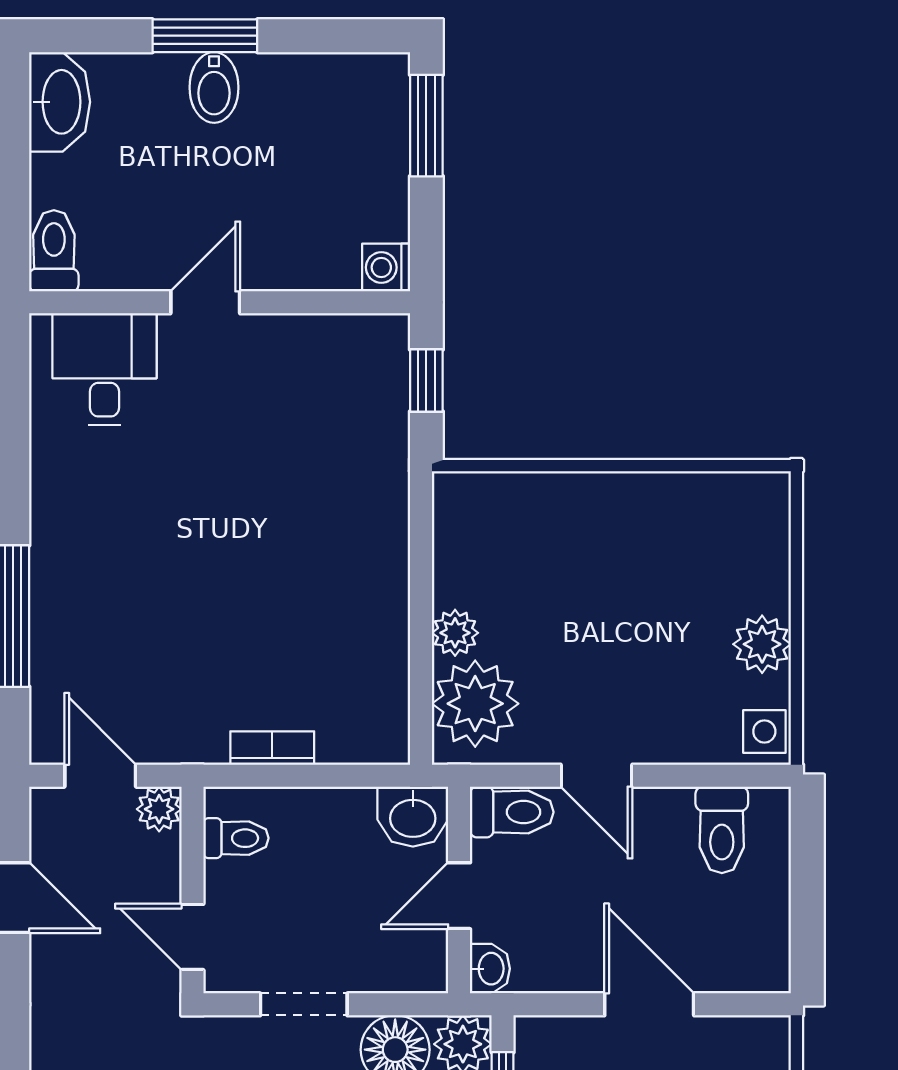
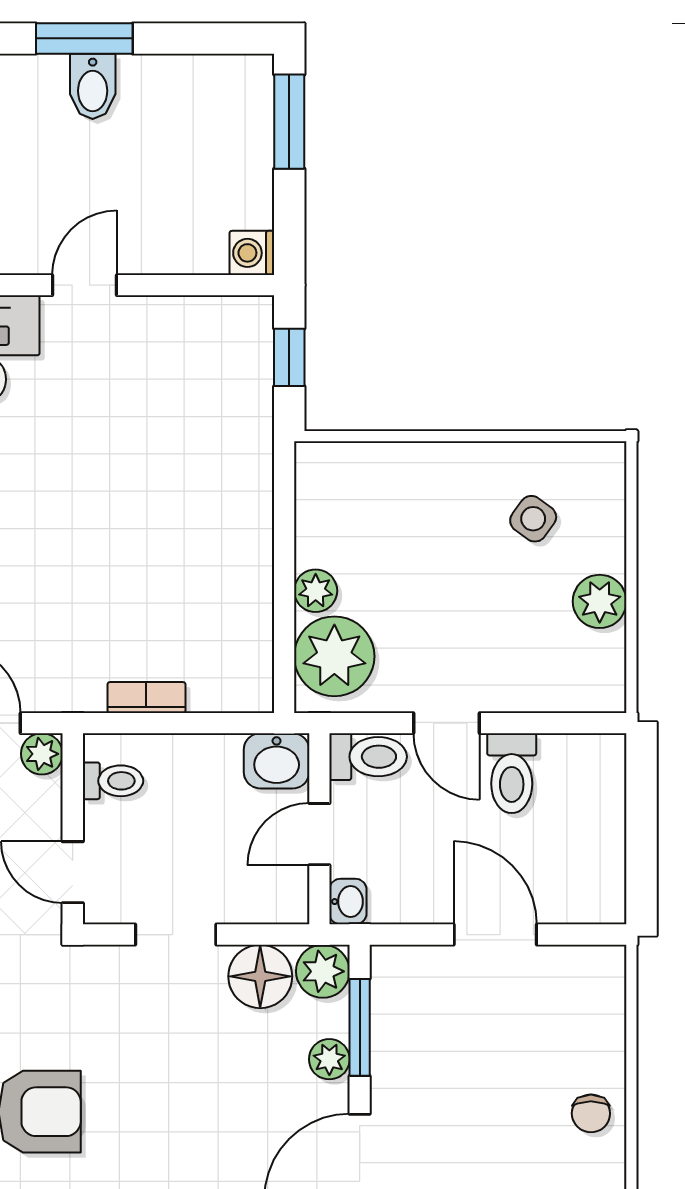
side table: (764, 731) -> (533, 519), moved, turned 36
toilet: (722, 830) -> (512, 773), moved

